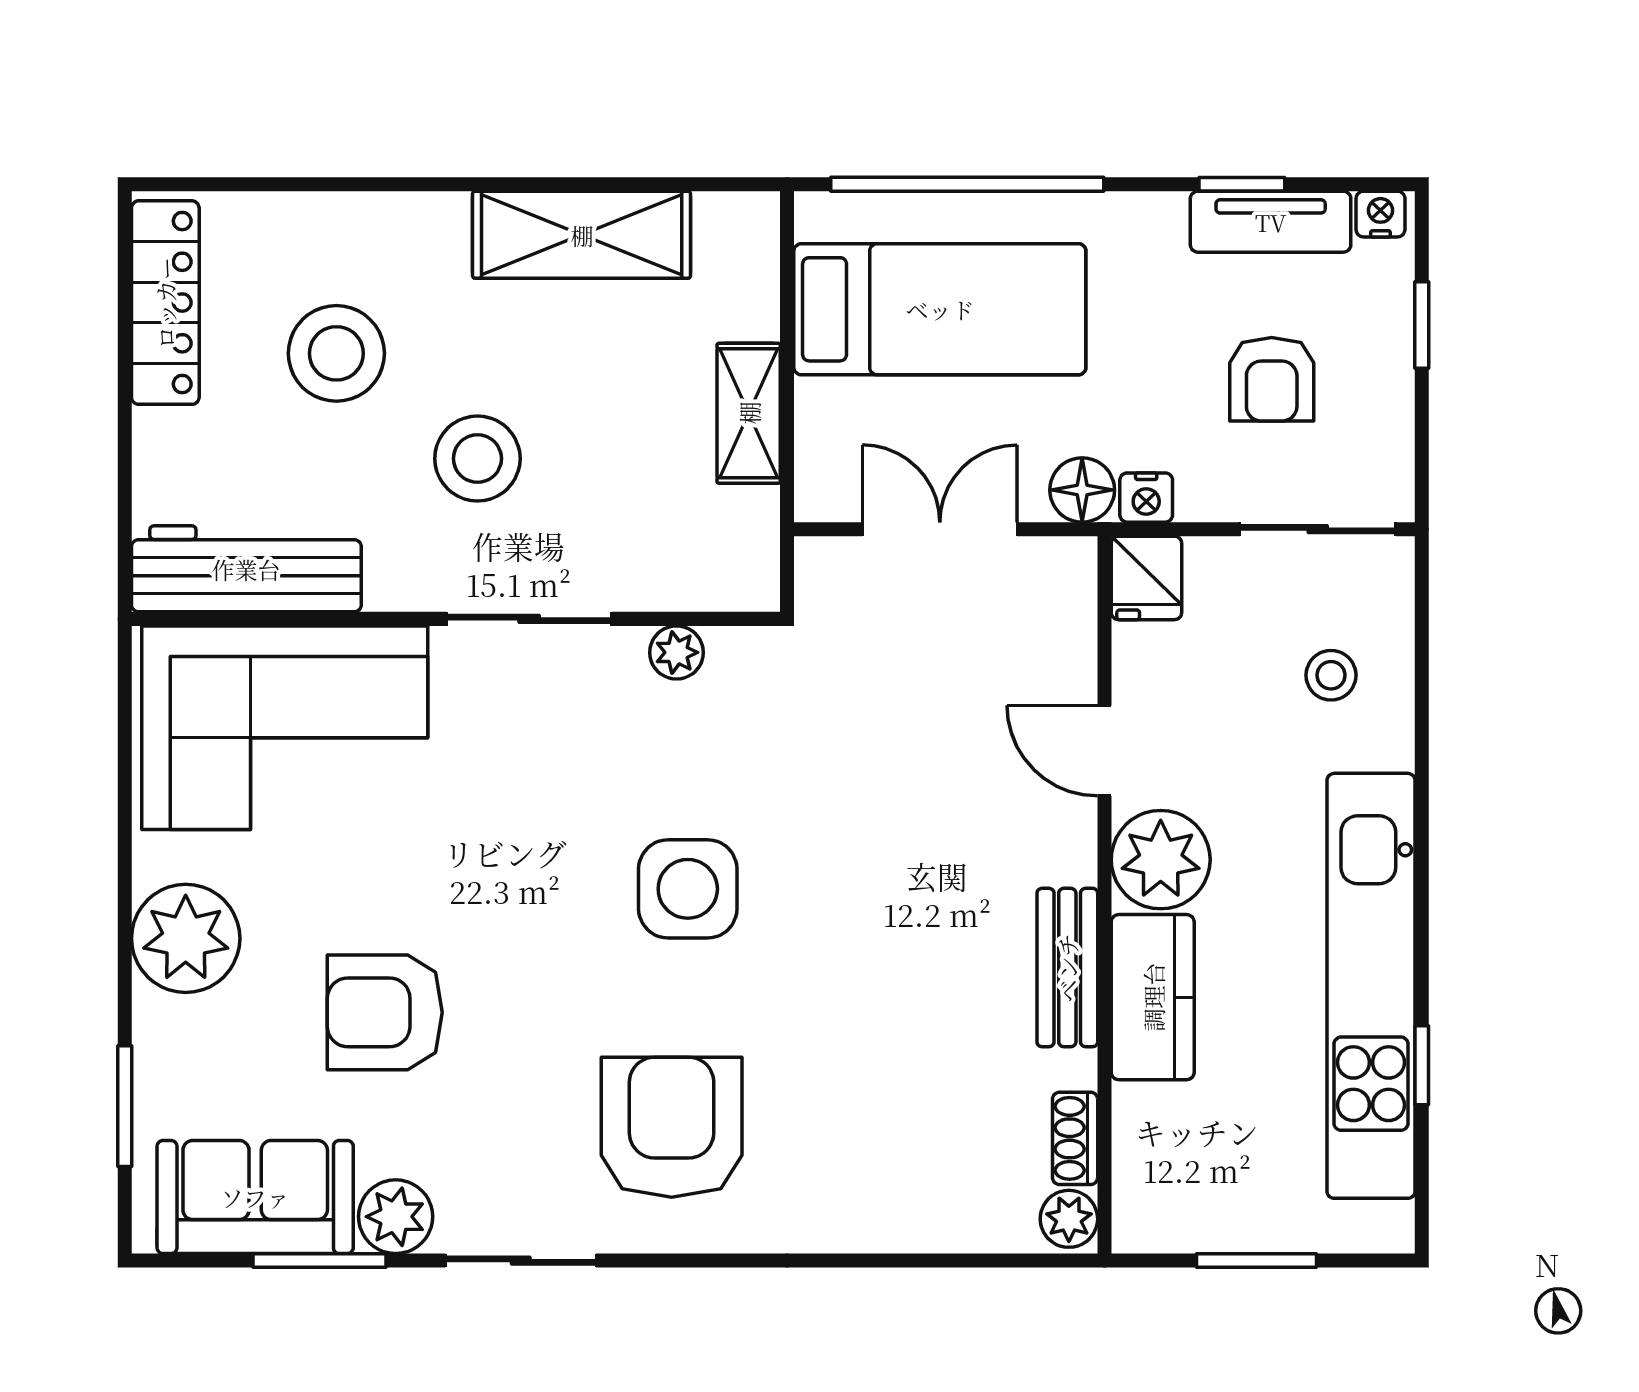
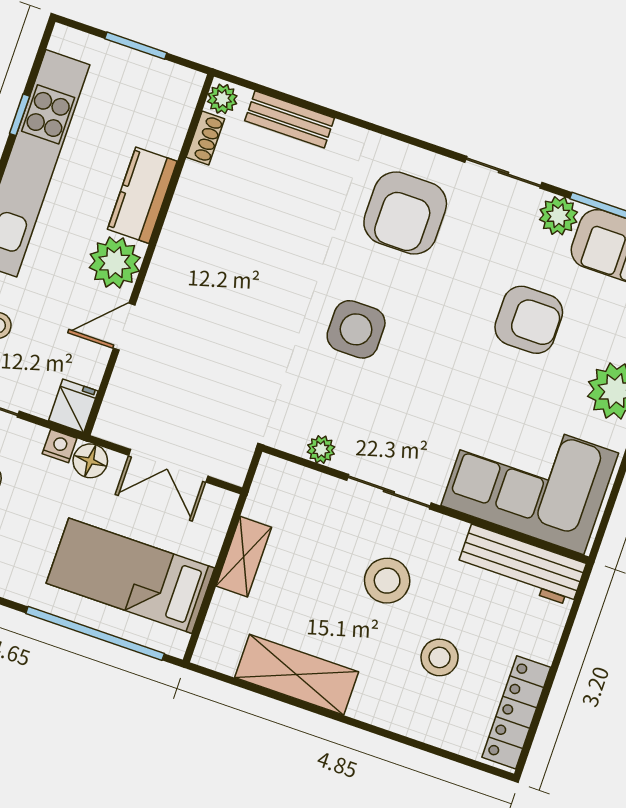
stool: (336, 353) -> (440, 657), width x0.73, depth x0.73
door: (1104, 751) -> (124, 327), swing flipped
bench: (1067, 968) -> (290, 119), moved, turned 90

